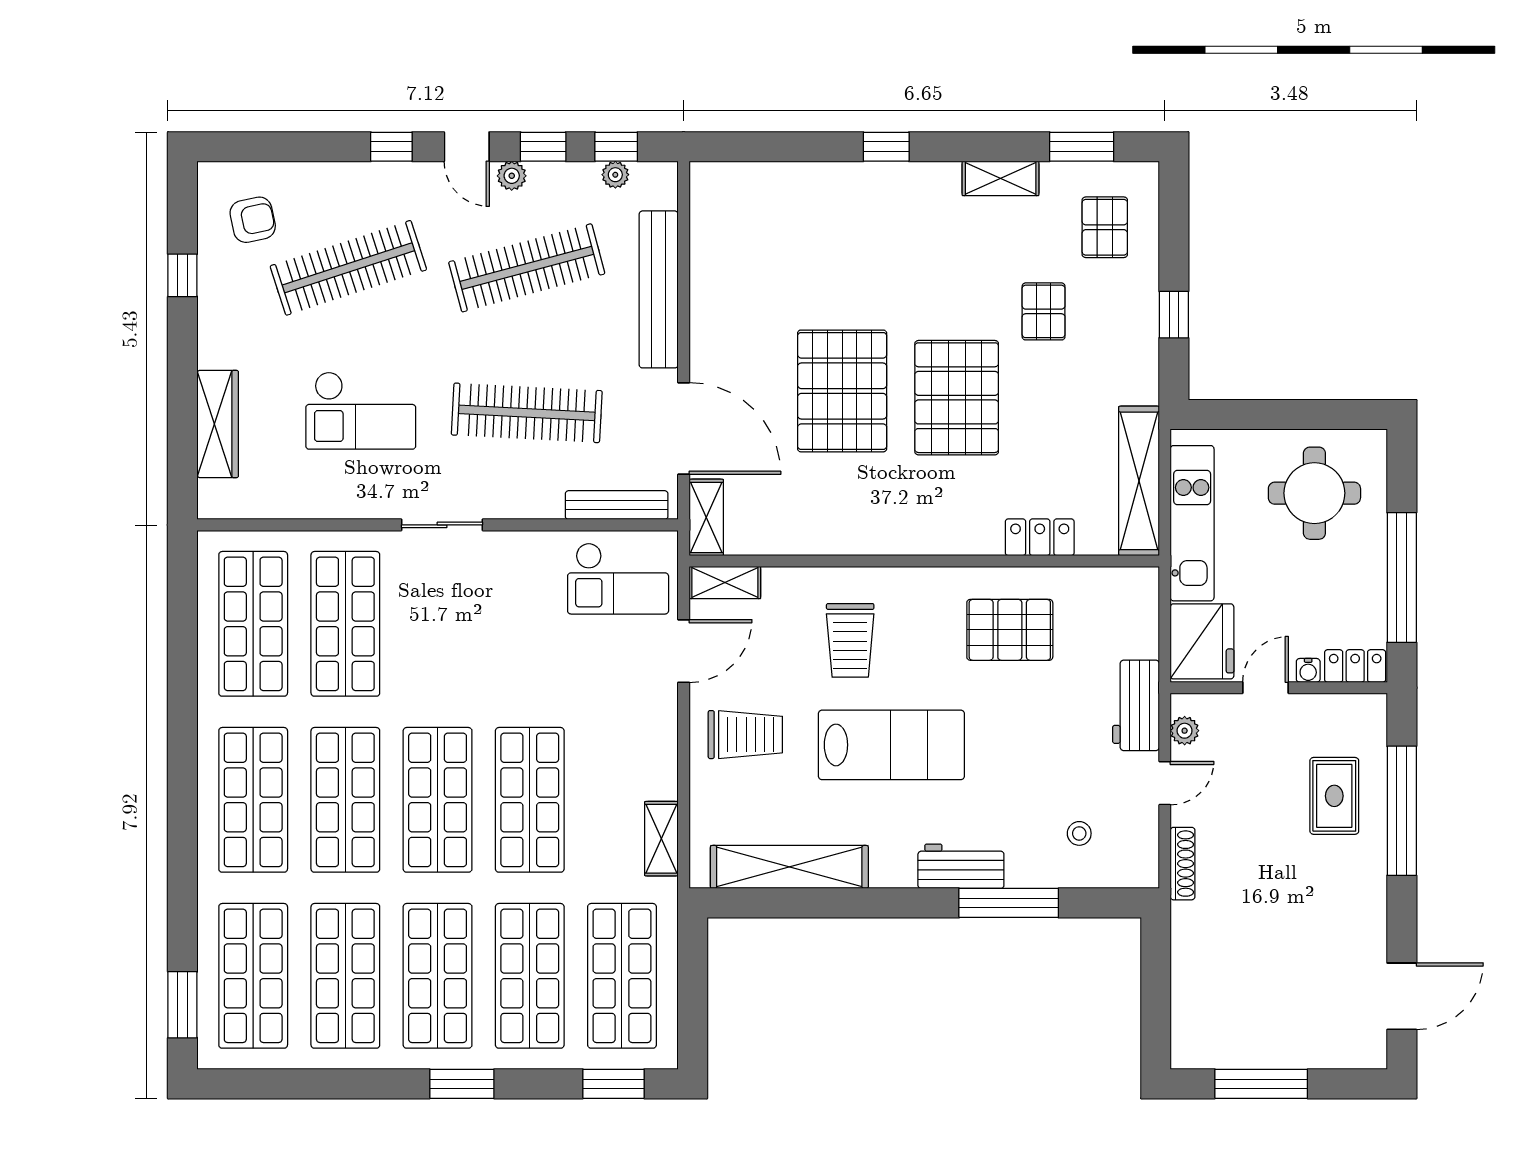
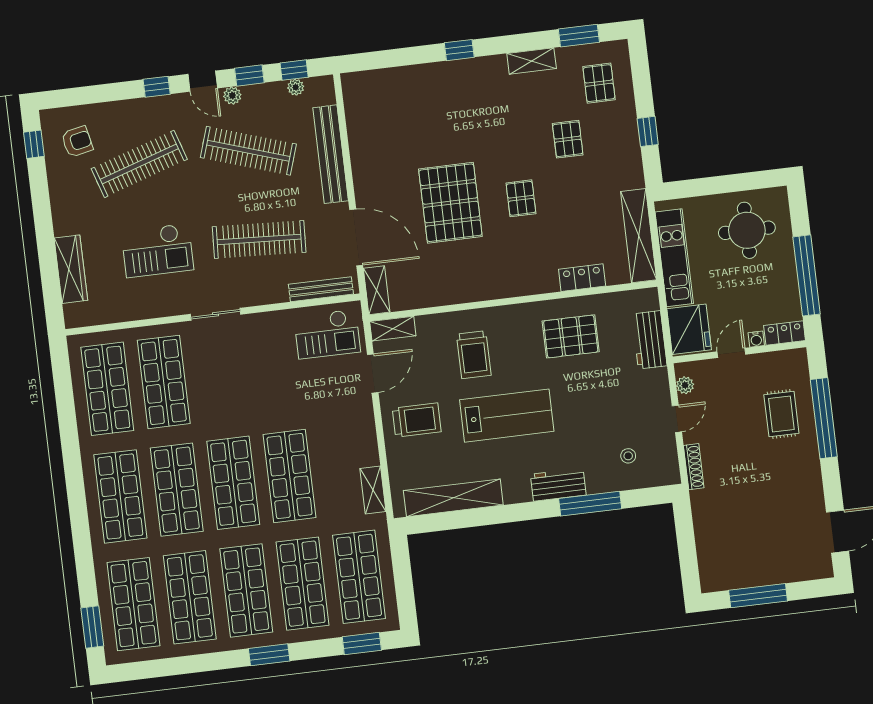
clothes rail: (527, 268) -> (248, 151), turned 33
window: (182, 275) -> (34, 144), moved
pallet: (957, 398) -> (521, 198), width x0.49, depth x0.50
workbench: (1136, 705) -> (649, 340), moved

